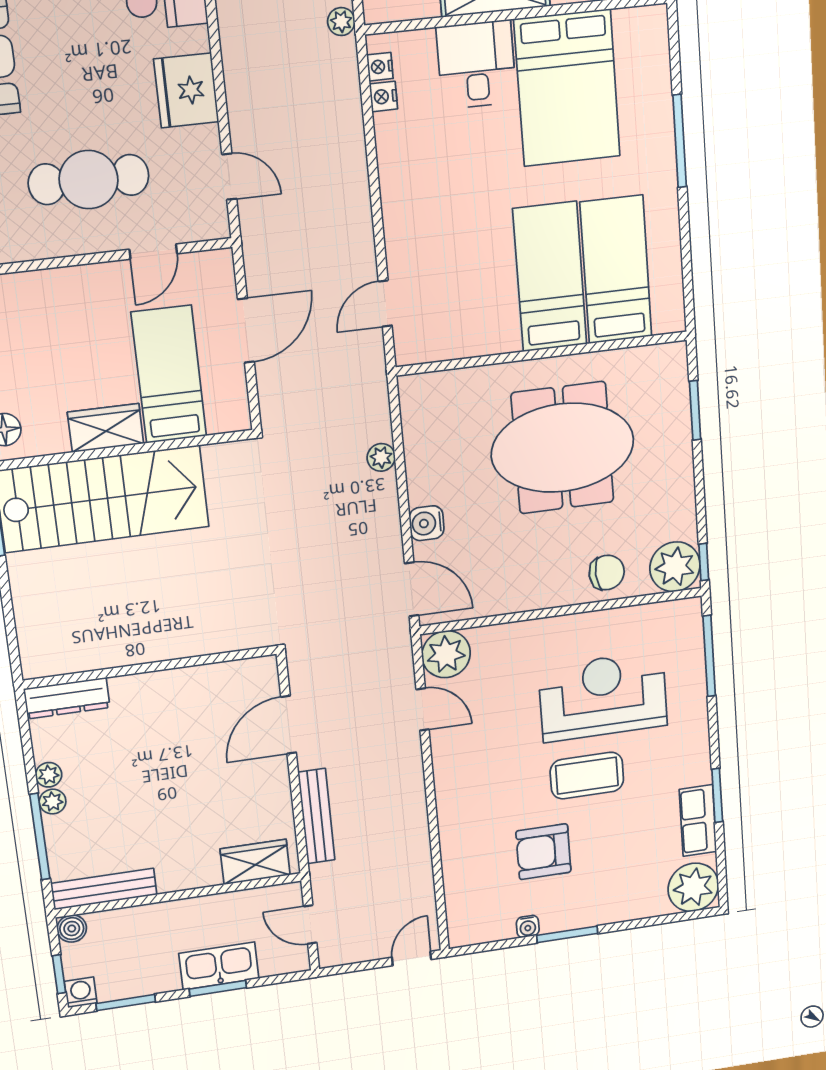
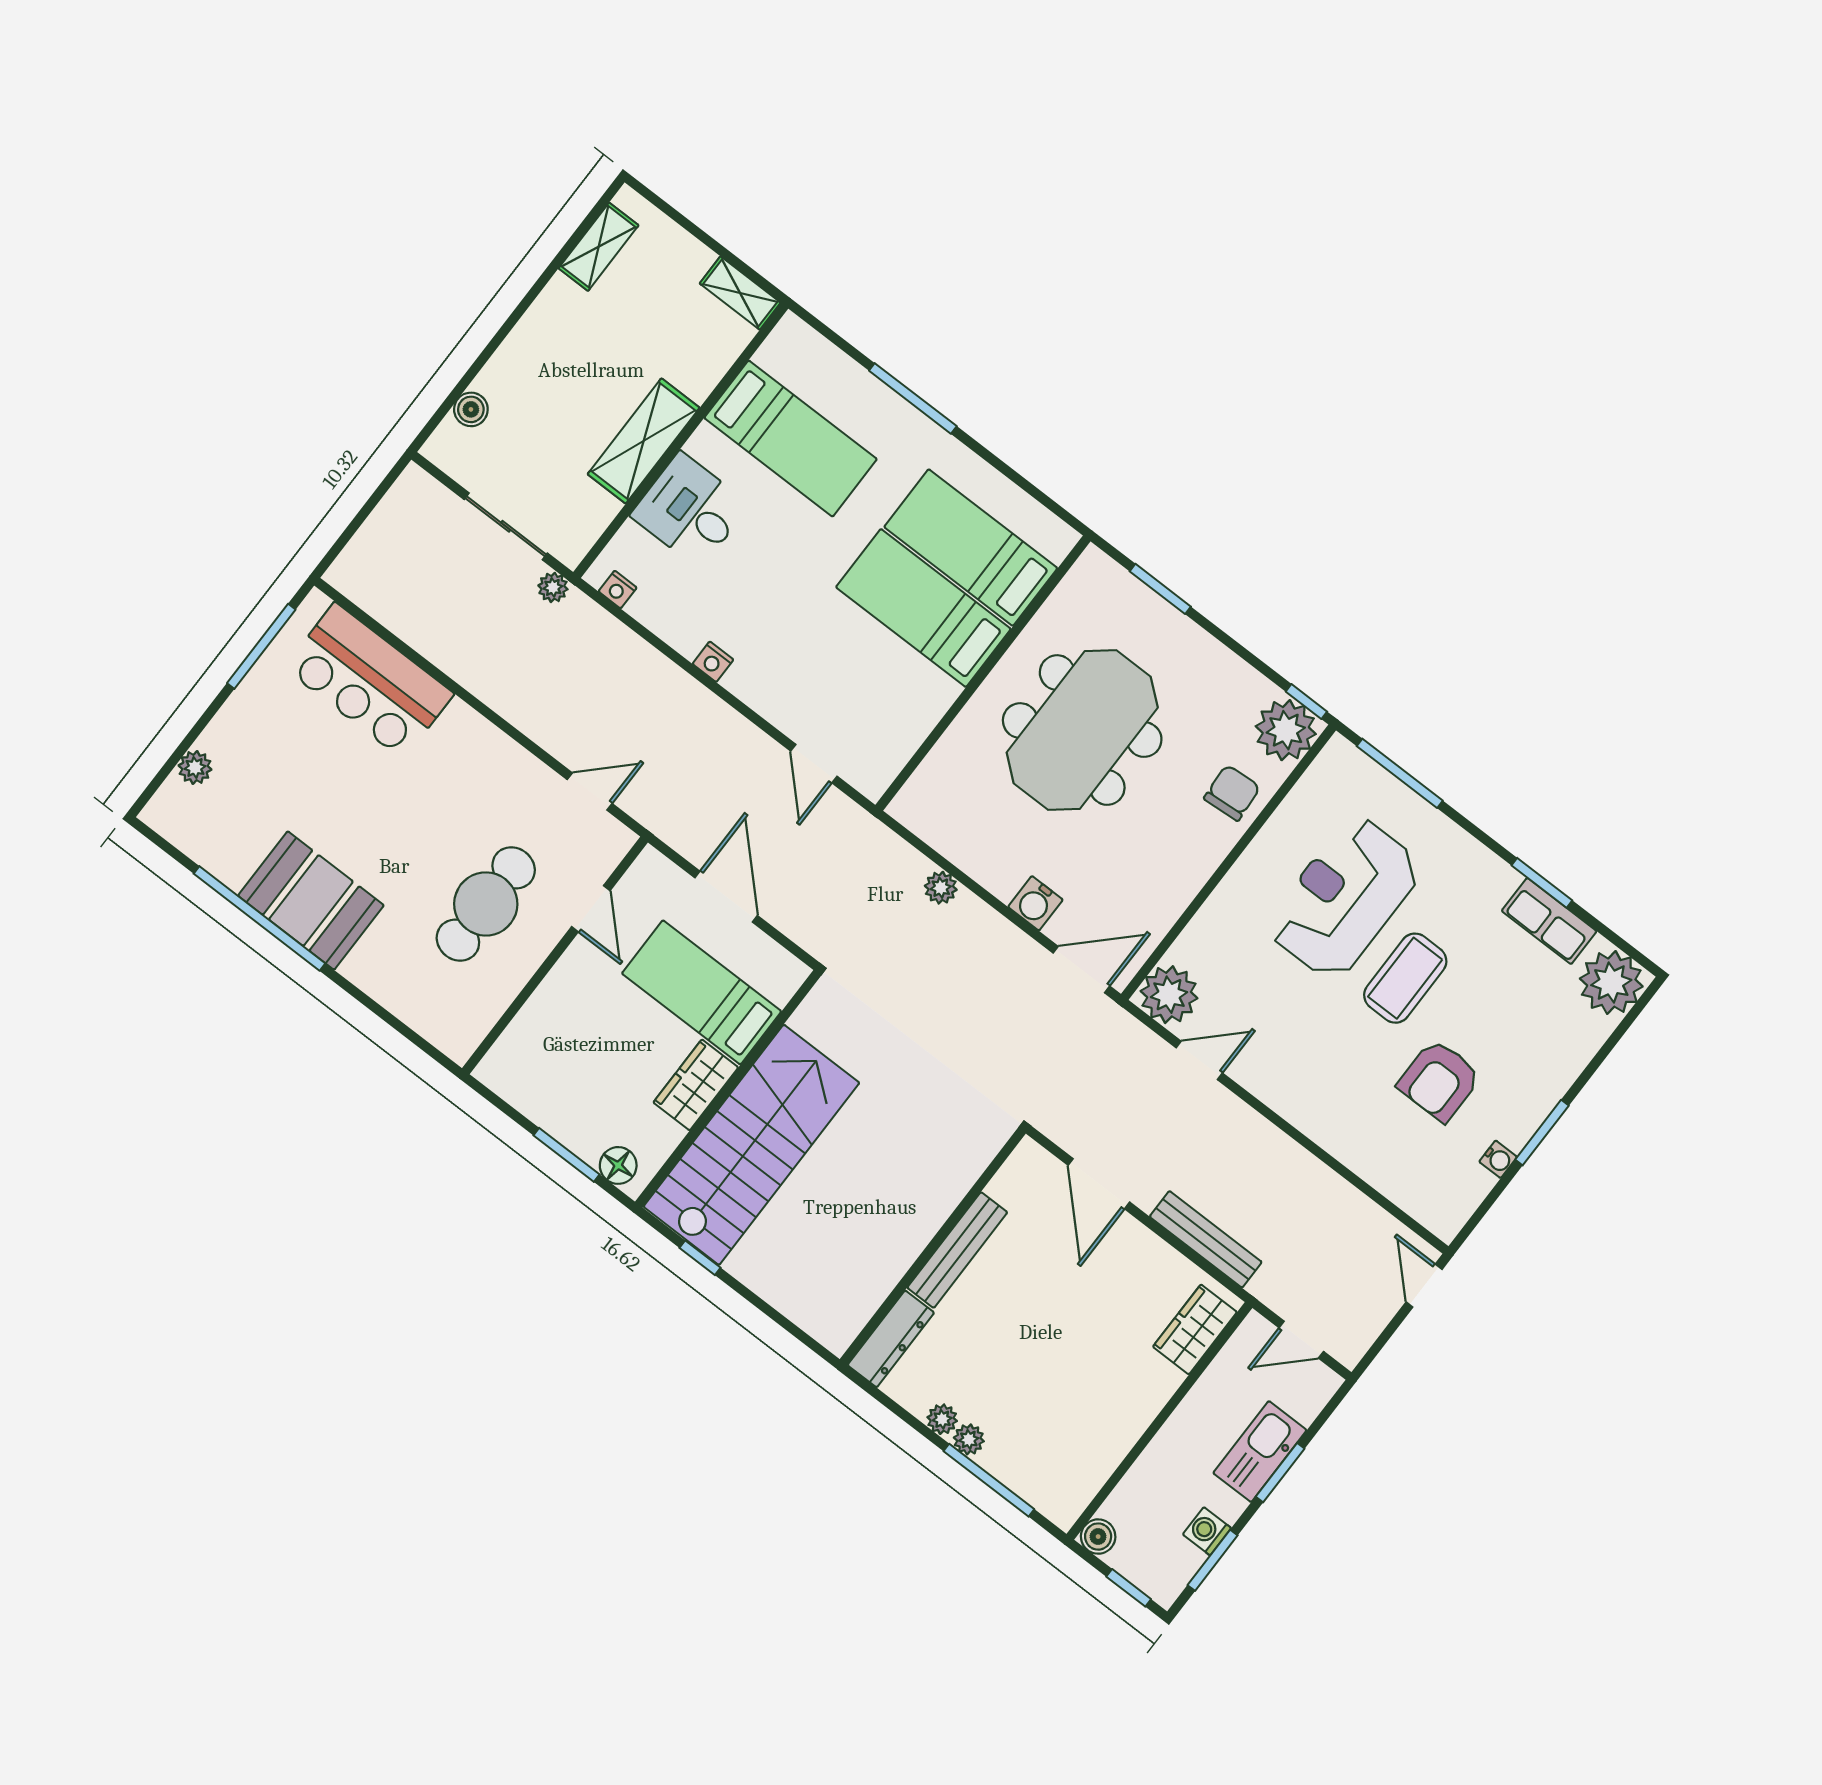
bed: (567, 88) -> (791, 439), width x0.67
fridge: (186, 91) -> (490, 761), removed
nightstand: (383, 97) -> (713, 662), moved
bench: (104, 889) -> (957, 1250), moved
washing machine: (81, 992) -> (1207, 1531), moved

